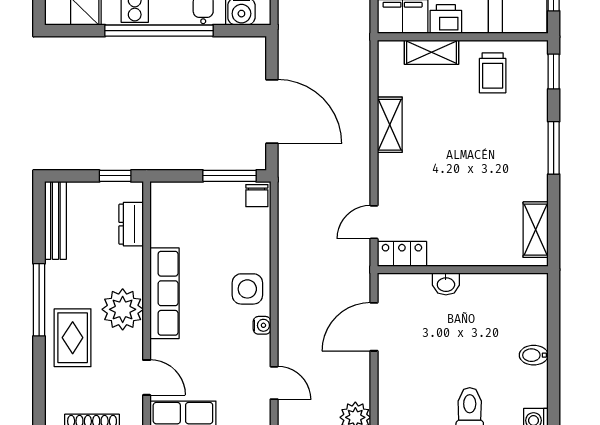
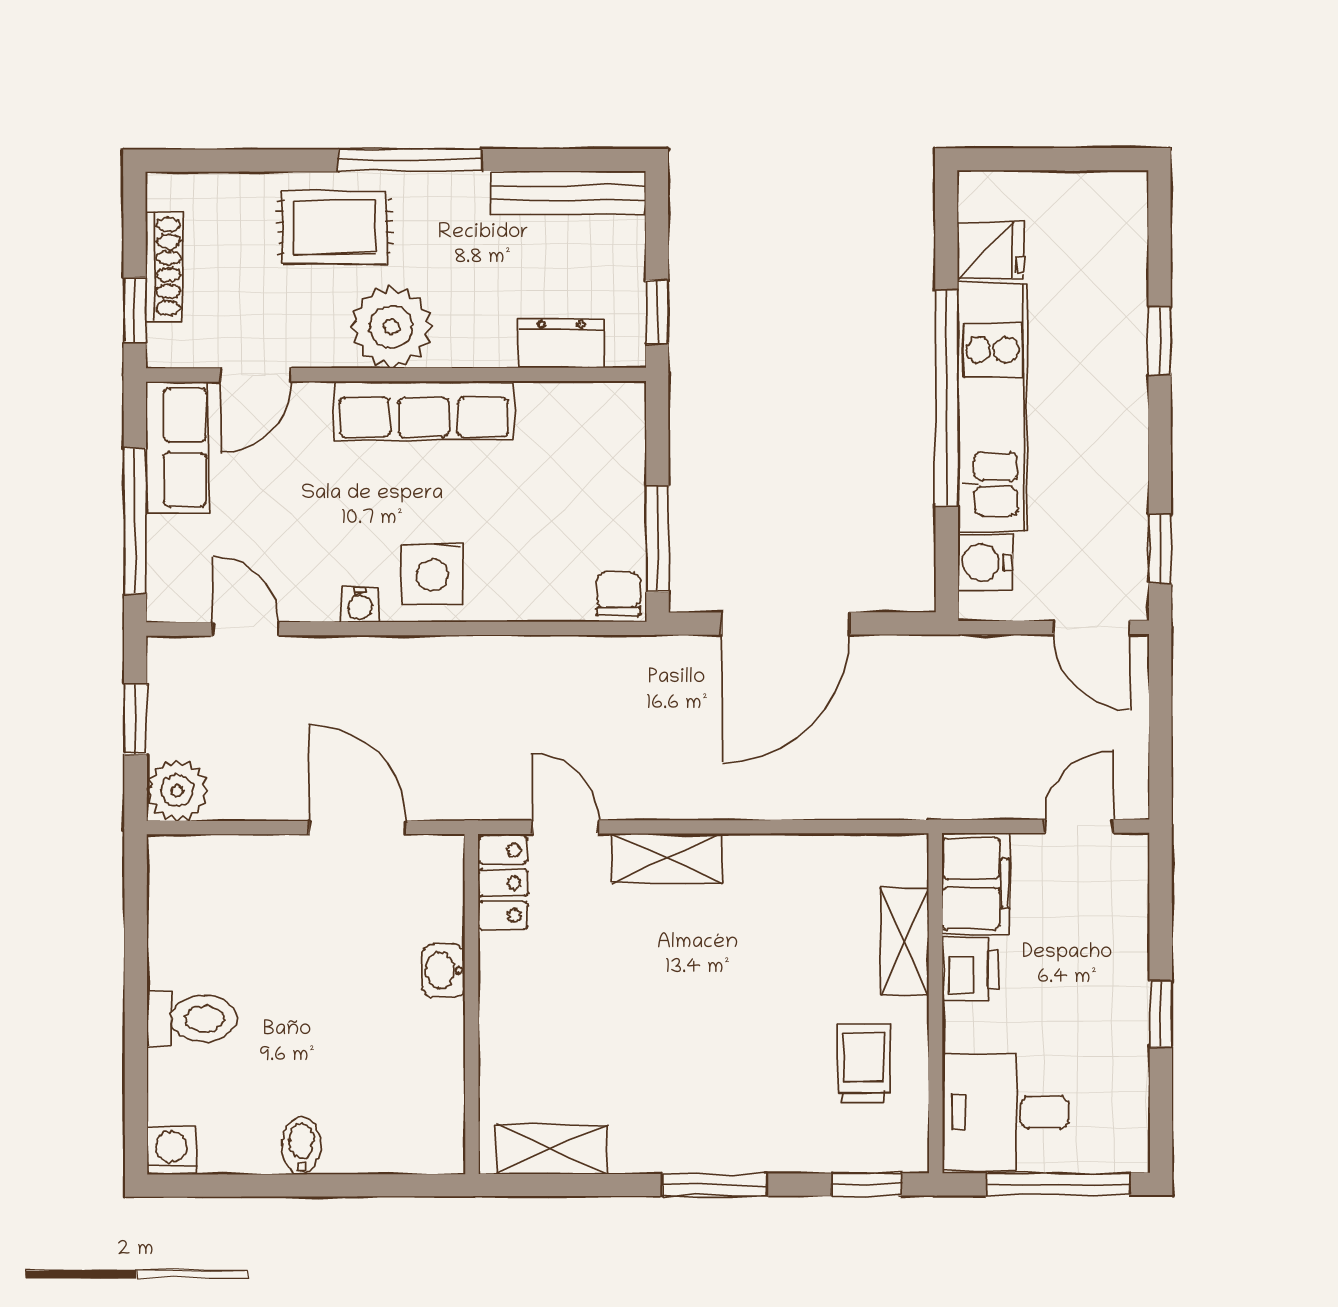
trolley: (493, 73) -> (864, 1063), turned 90
shelving: (390, 125) -> (667, 858), moved
chair: (257, 196) -> (618, 594), turned 90
door: (274, 383) -> (245, 629), swing flipped

